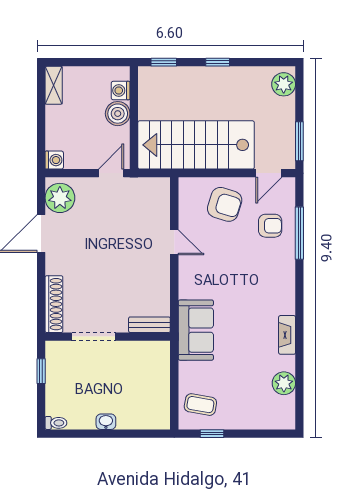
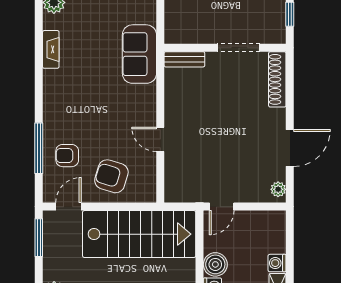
washing machine: (54, 160) -> (277, 263), moved
plant: (60, 198) -> (278, 189), width x0.53, depth x0.53

